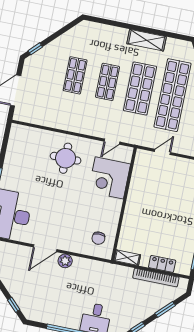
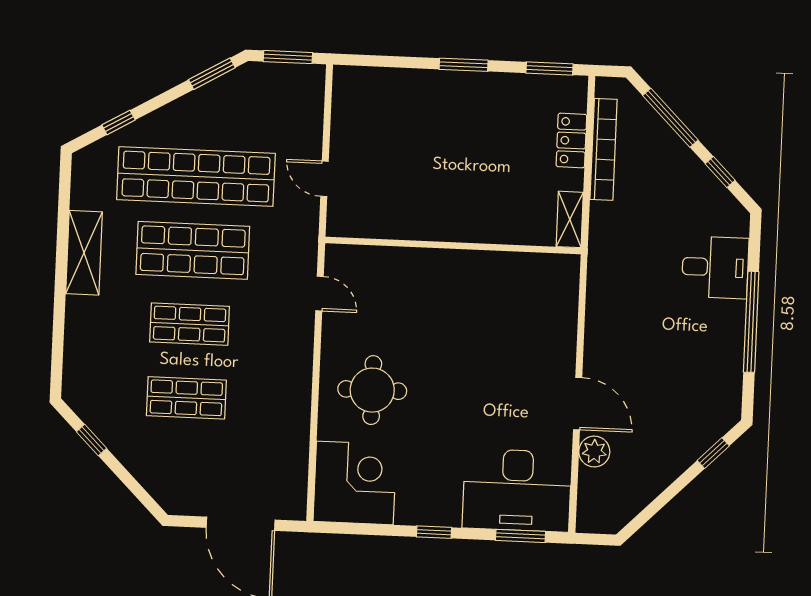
window: (35, 49) -> (92, 440), moved
corner desk: (109, 178) -> (355, 483), moved, turned -90
chair: (98, 238) -> (537, 290), removed
plant: (65, 261) -> (594, 451), moved
window: (165, 309) -> (670, 118), width x1.44

